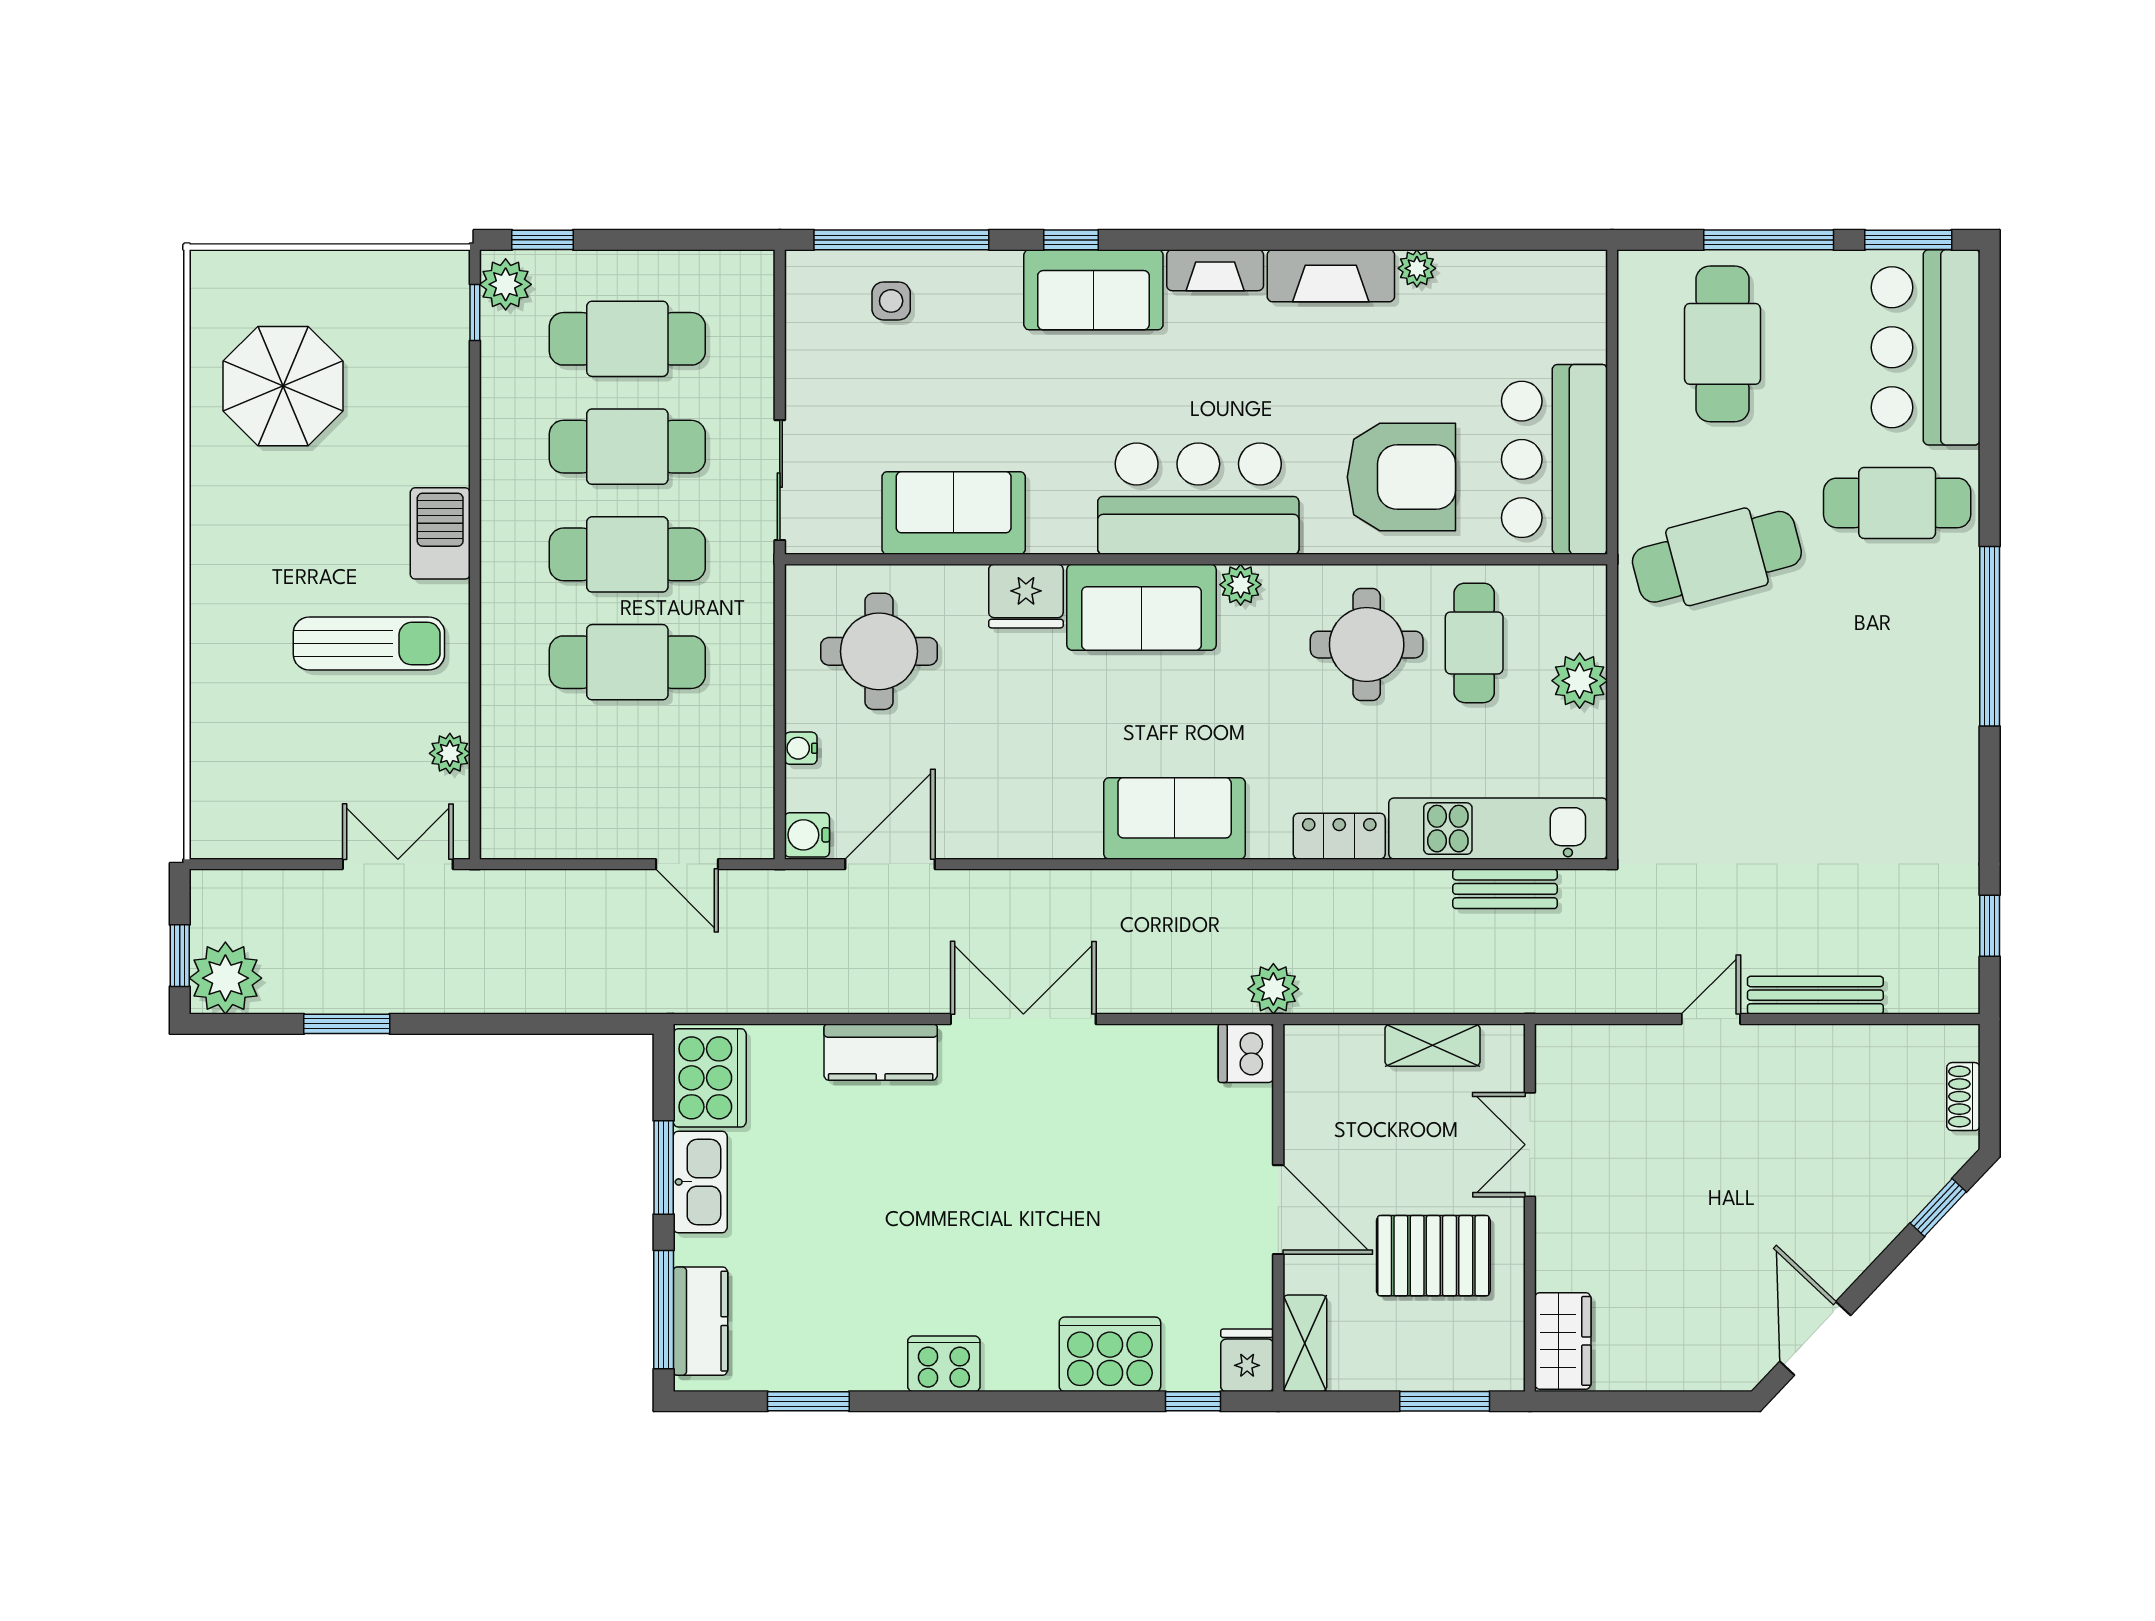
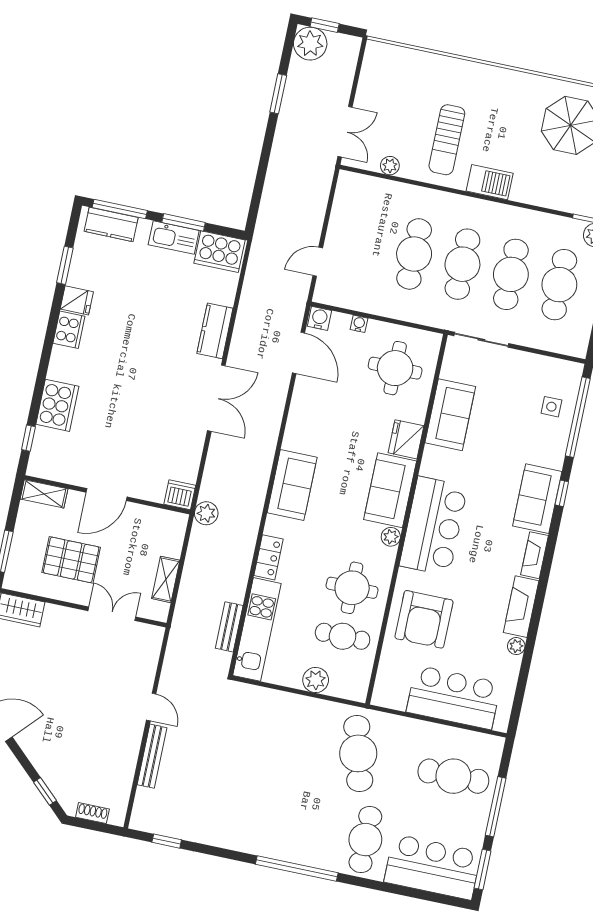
bar counter: (1554, 459) -> (454, 697), moved
pallet: (1433, 1256) -> (71, 560), turned 90
fridge: (1247, 1360) -> (77, 300), moved

